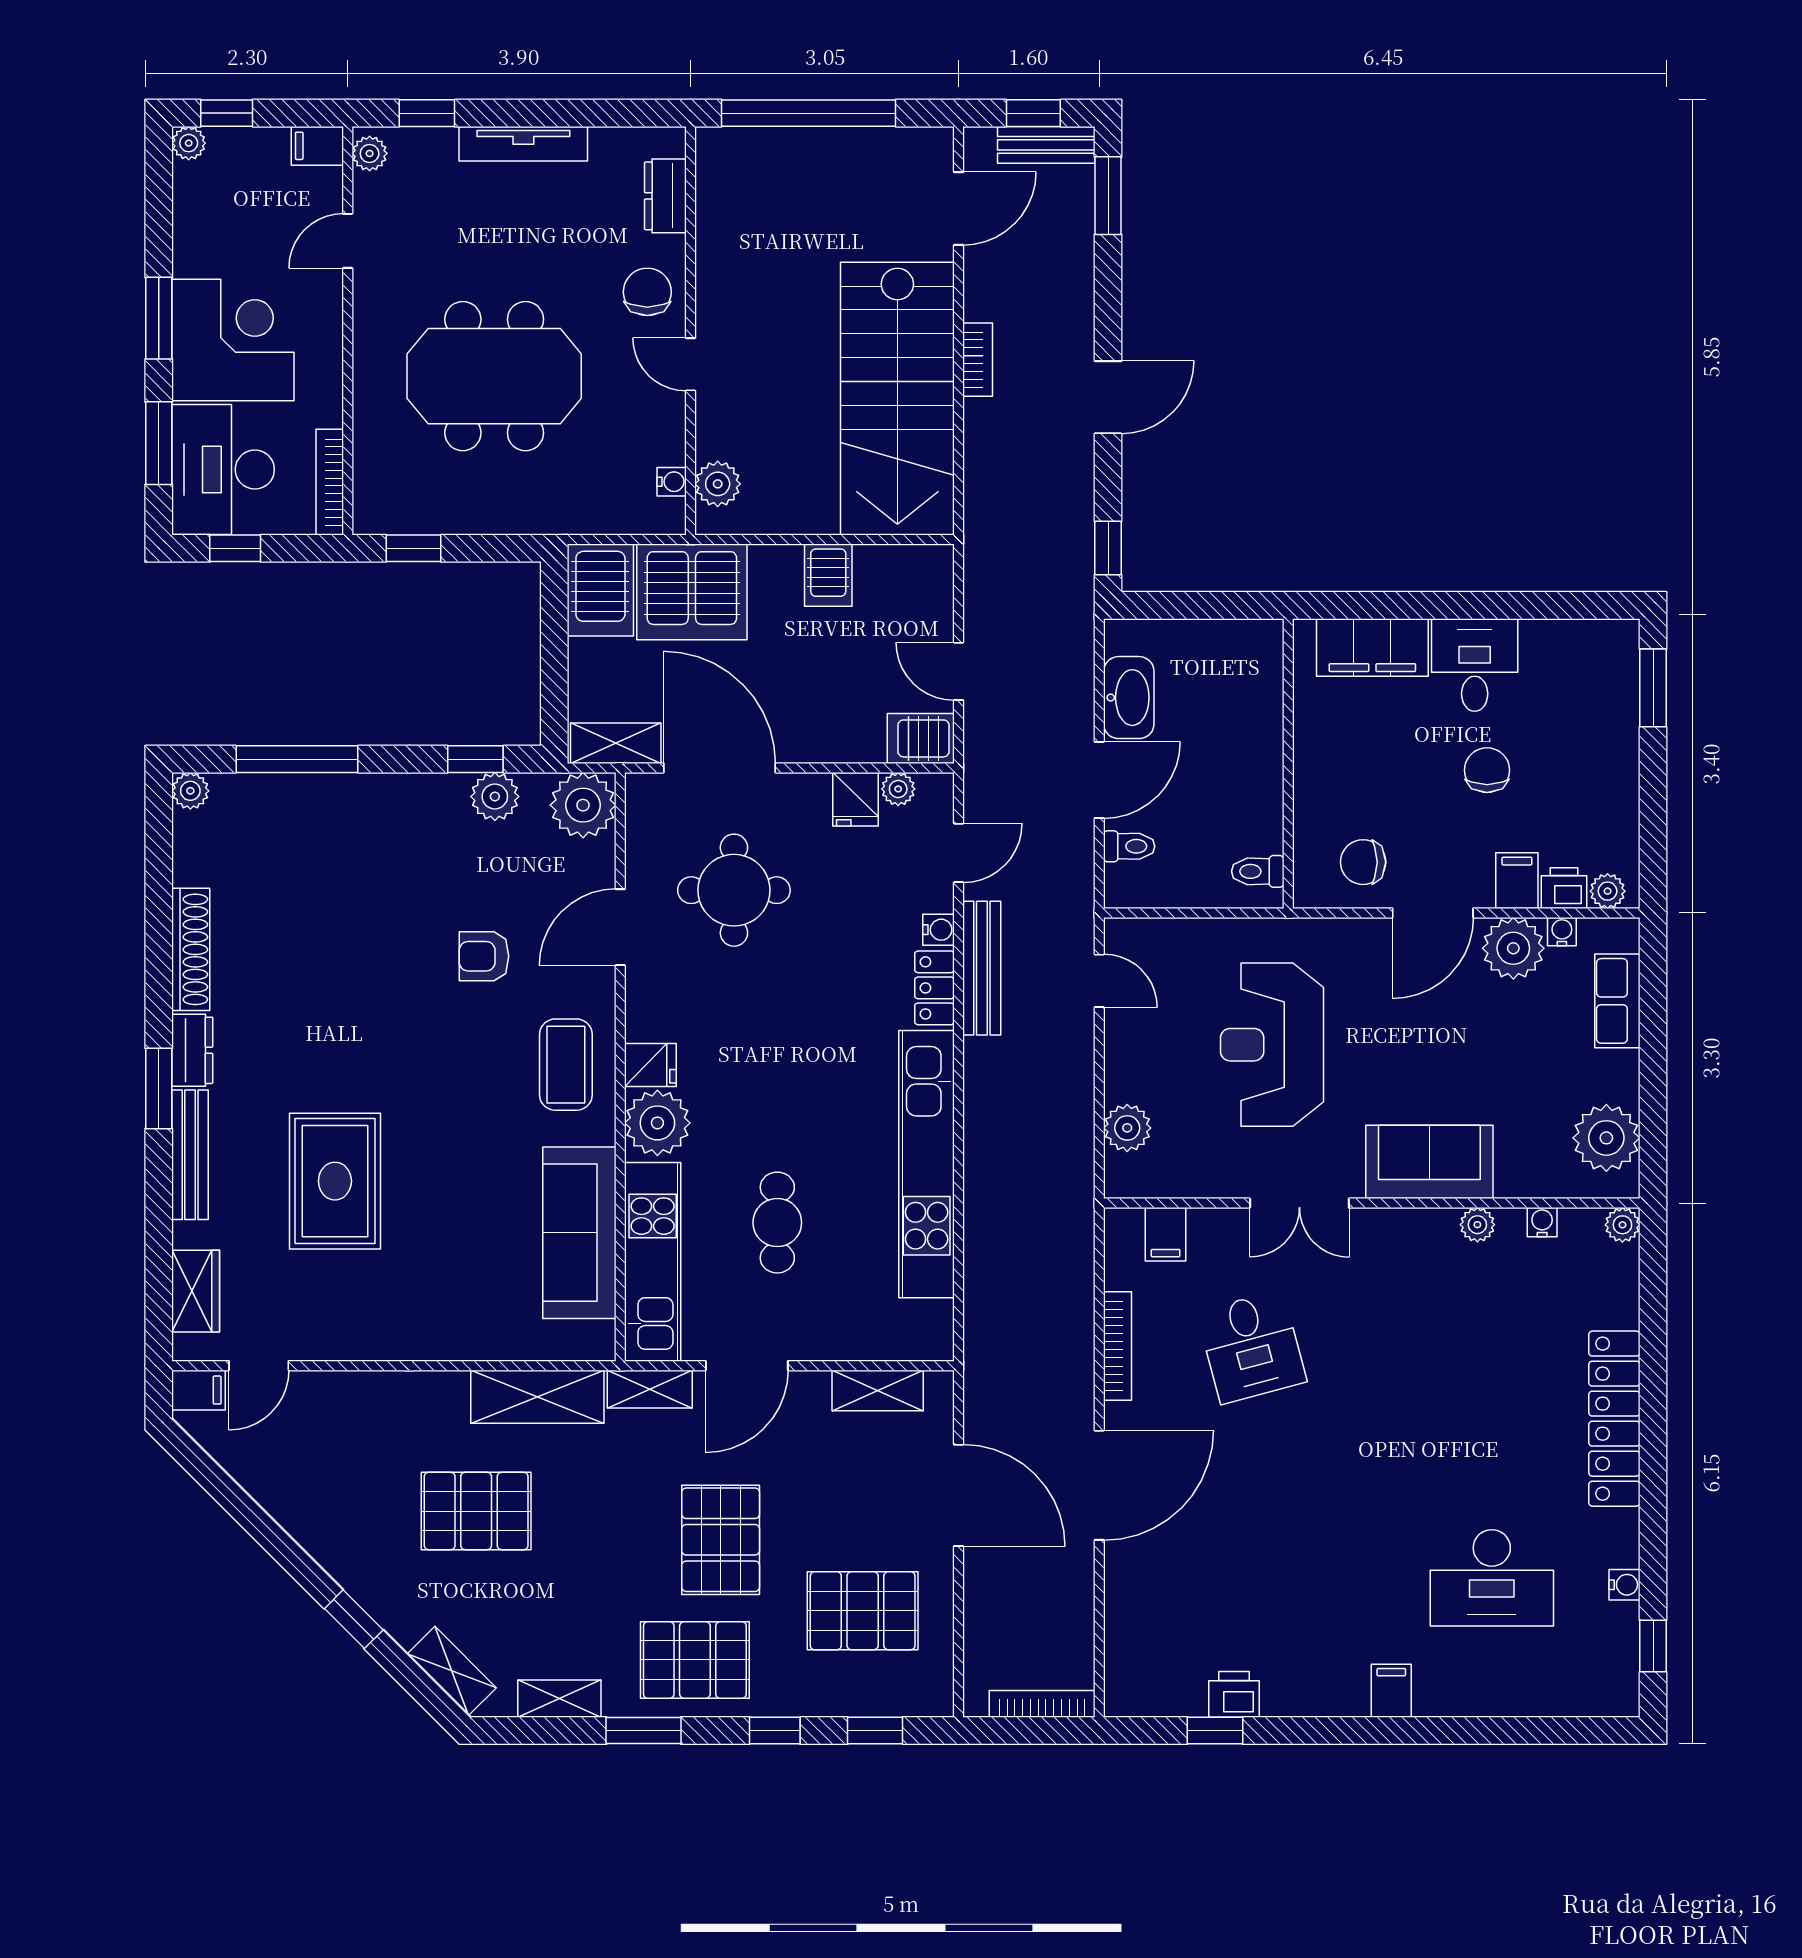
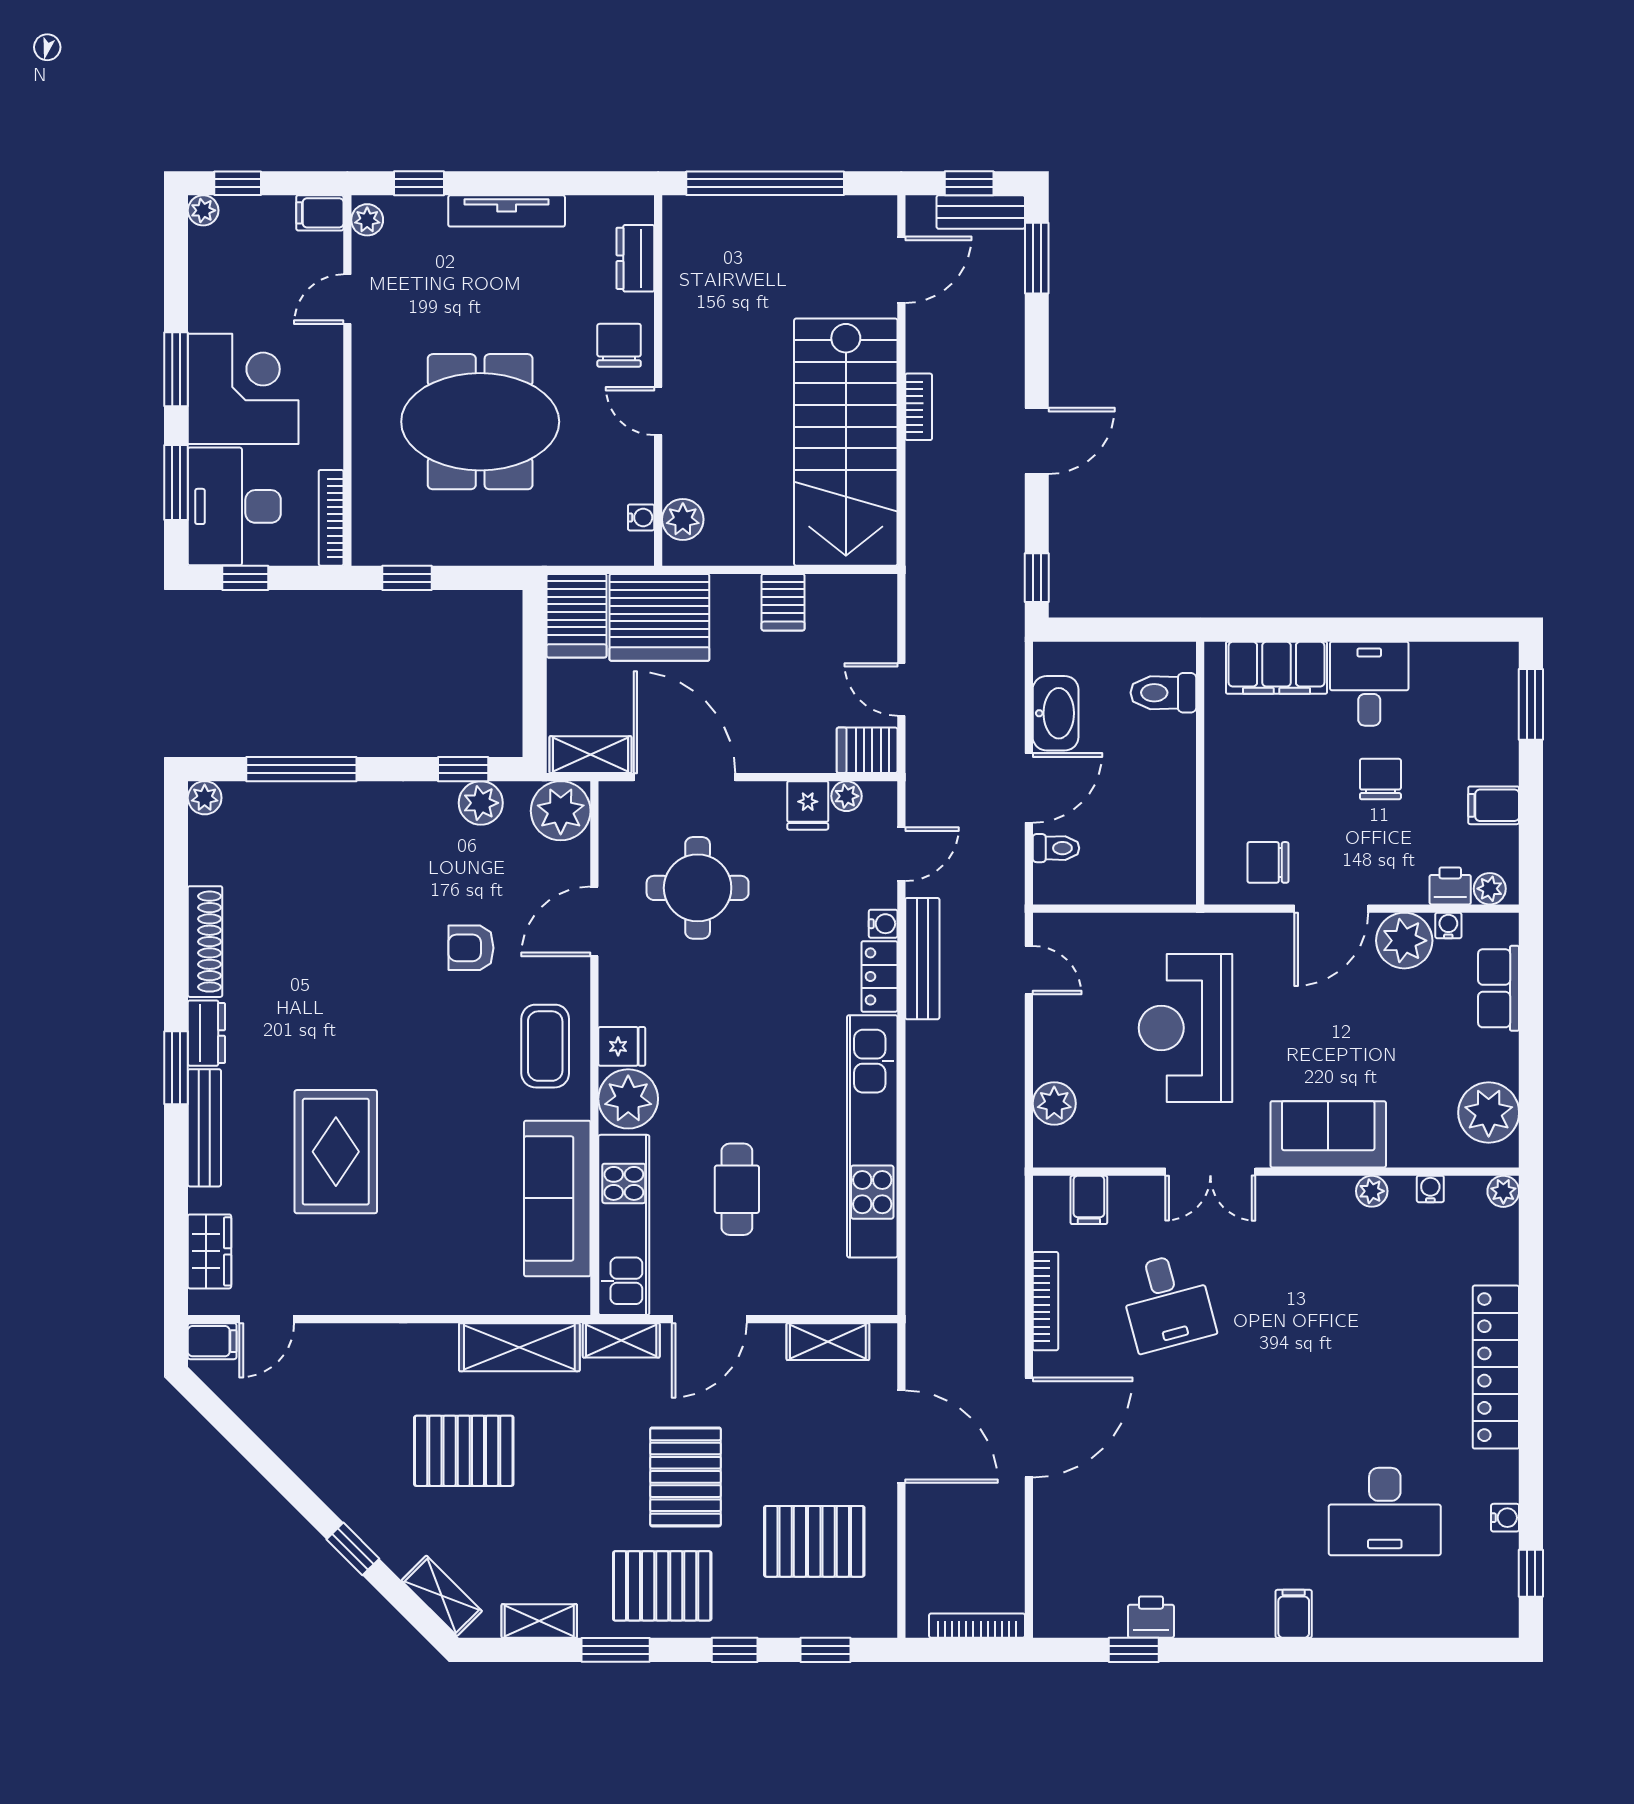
toilet: (1258, 871) -> (1163, 693), moved, width x1.37, depth x1.39
filing cabinet: (1517, 881) -> (1494, 805), moved, turned -90

